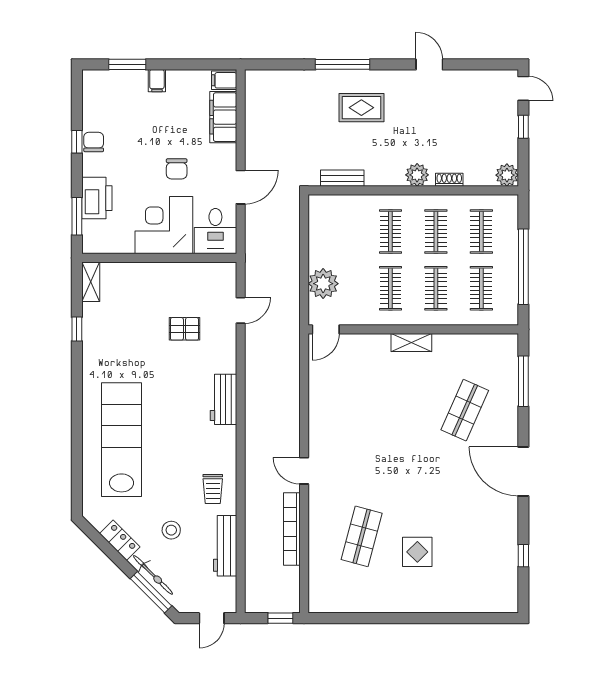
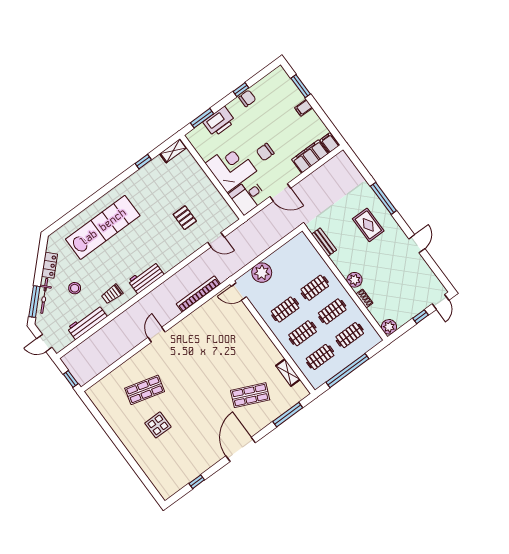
shelving: (411, 342) -> (288, 373), moved
workbench: (223, 399) -> (146, 278), moved
bookcase: (292, 529) -> (198, 294), moved

